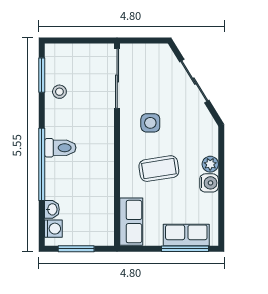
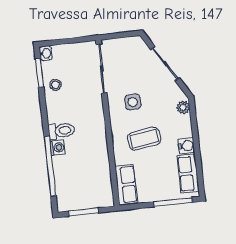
window: (42, 164) -> (50, 166), moved
plant: (210, 164) -> (183, 107), moved
washbasin: (52, 209) -> (46, 53), moved
washing machine: (53, 229) -> (58, 147), moved
row of seats: (186, 235) -> (188, 174), moved, turned -90

